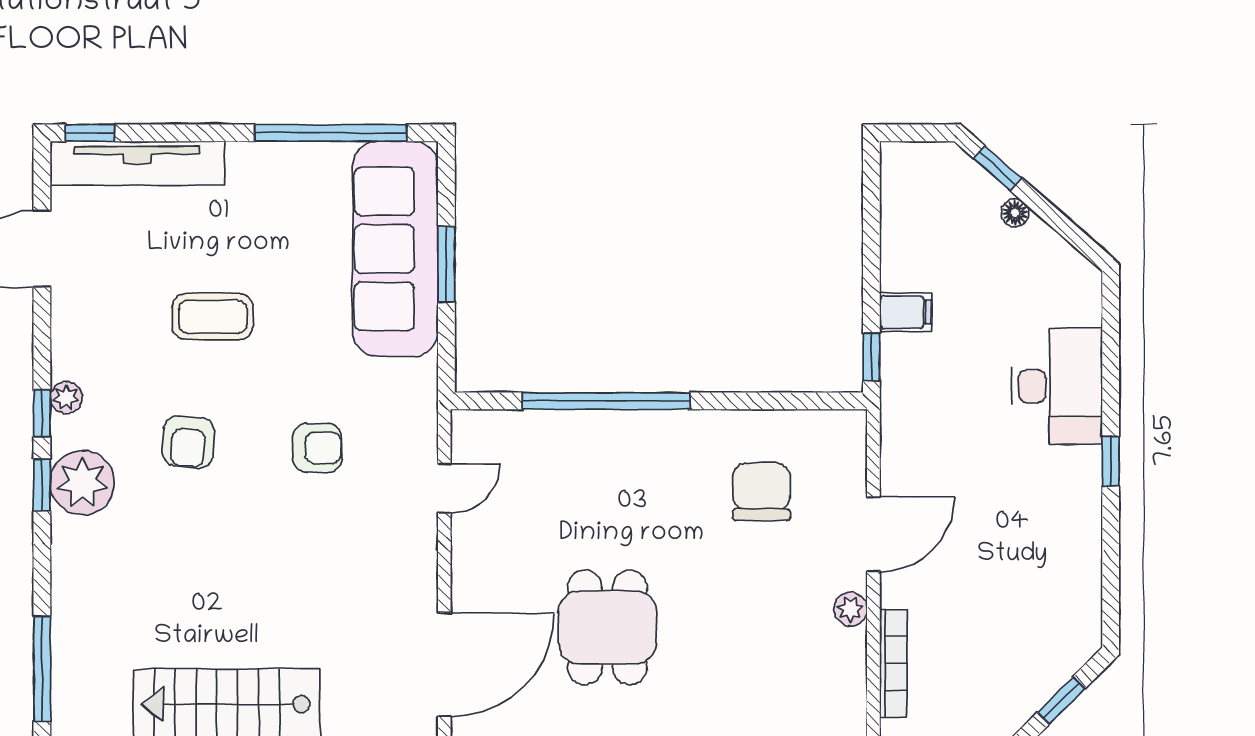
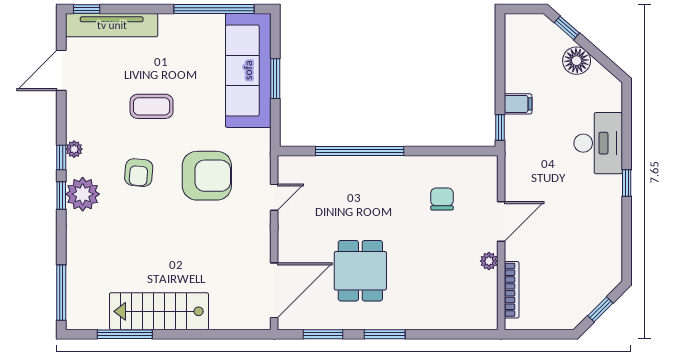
floor lamp: (1015, 213) -> (577, 61), width x1.89, depth x1.89
armchair: (317, 448) -> (207, 176), width x1.88, depth x1.88
chair: (762, 492) -> (442, 199), width x0.73, depth x0.73

